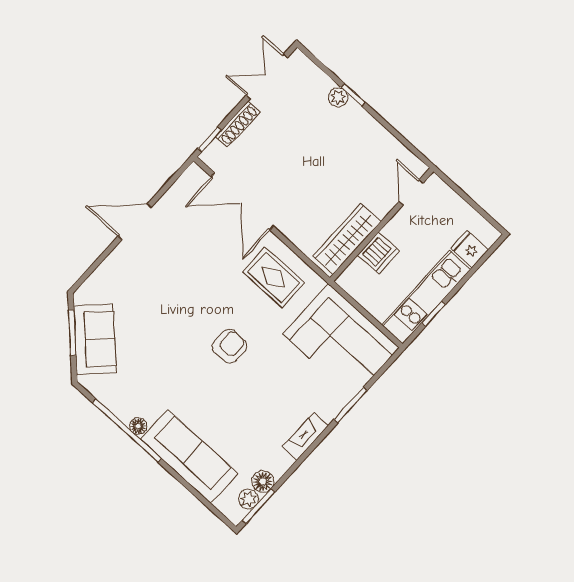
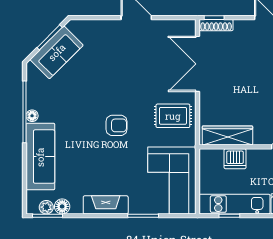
shoe rack: (238, 124) -> (216, 25), moved
rug: (274, 277) -> (173, 116), turned 90
fireplace: (305, 436) -> (106, 205), width x1.37, depth x1.32

